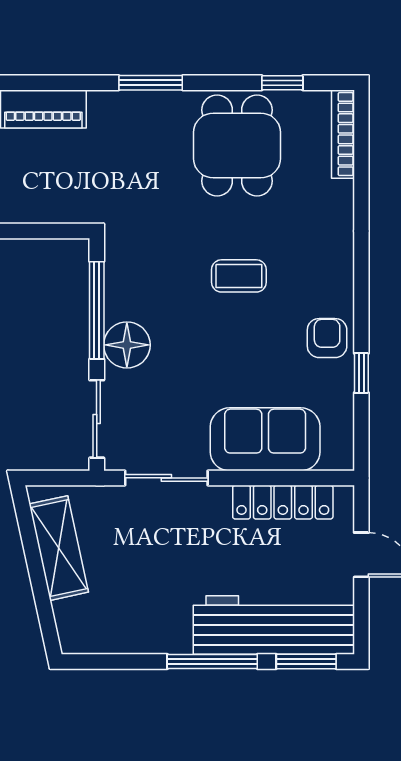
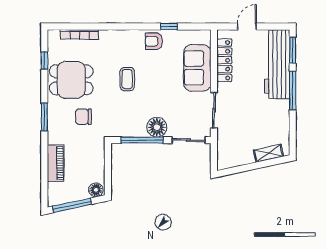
bookcase: (343, 134) -> (79, 34), moved
chair: (151, 174) -> (83, 117), added
shelving: (59, 548) -> (269, 153), moved, width x0.67, depth x0.75

